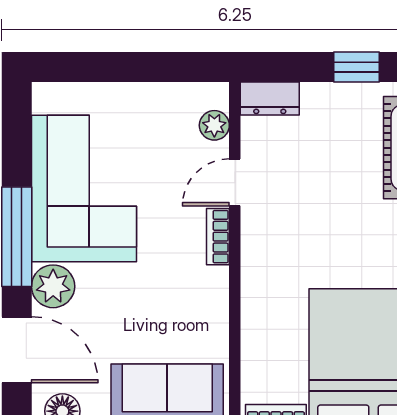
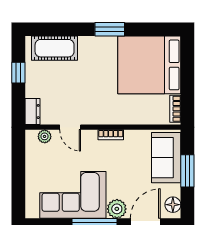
bookcase: (218, 237) -> (111, 135), moved

